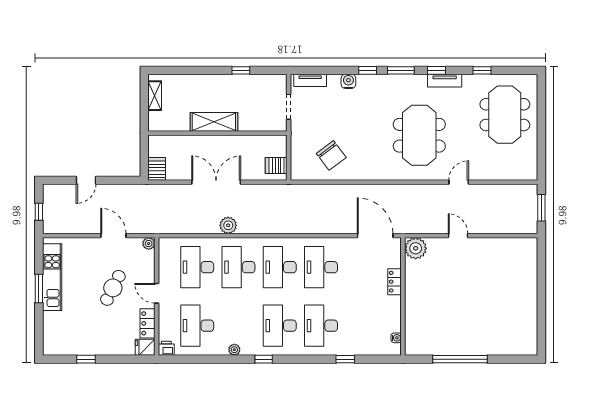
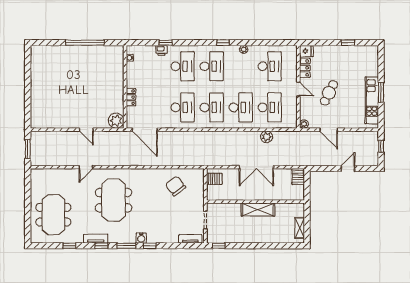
window: (241, 70) -> (219, 246), moved
water cooler: (348, 81) -> (141, 238), moved
plant: (228, 225) -> (267, 137), moved
printer: (166, 348) -> (162, 50), moved

